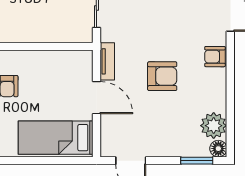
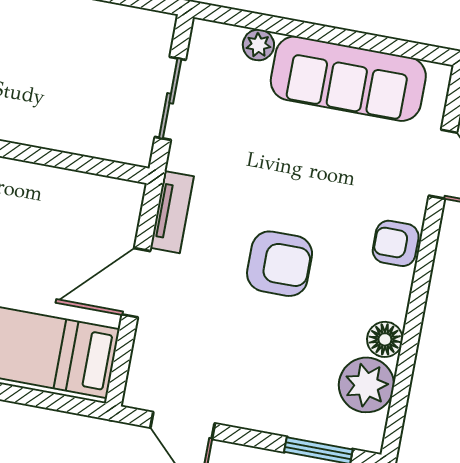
door: (96, 98) -> (136, 283), swing flipped
floor lamp: (218, 149) -> (385, 339), moved

